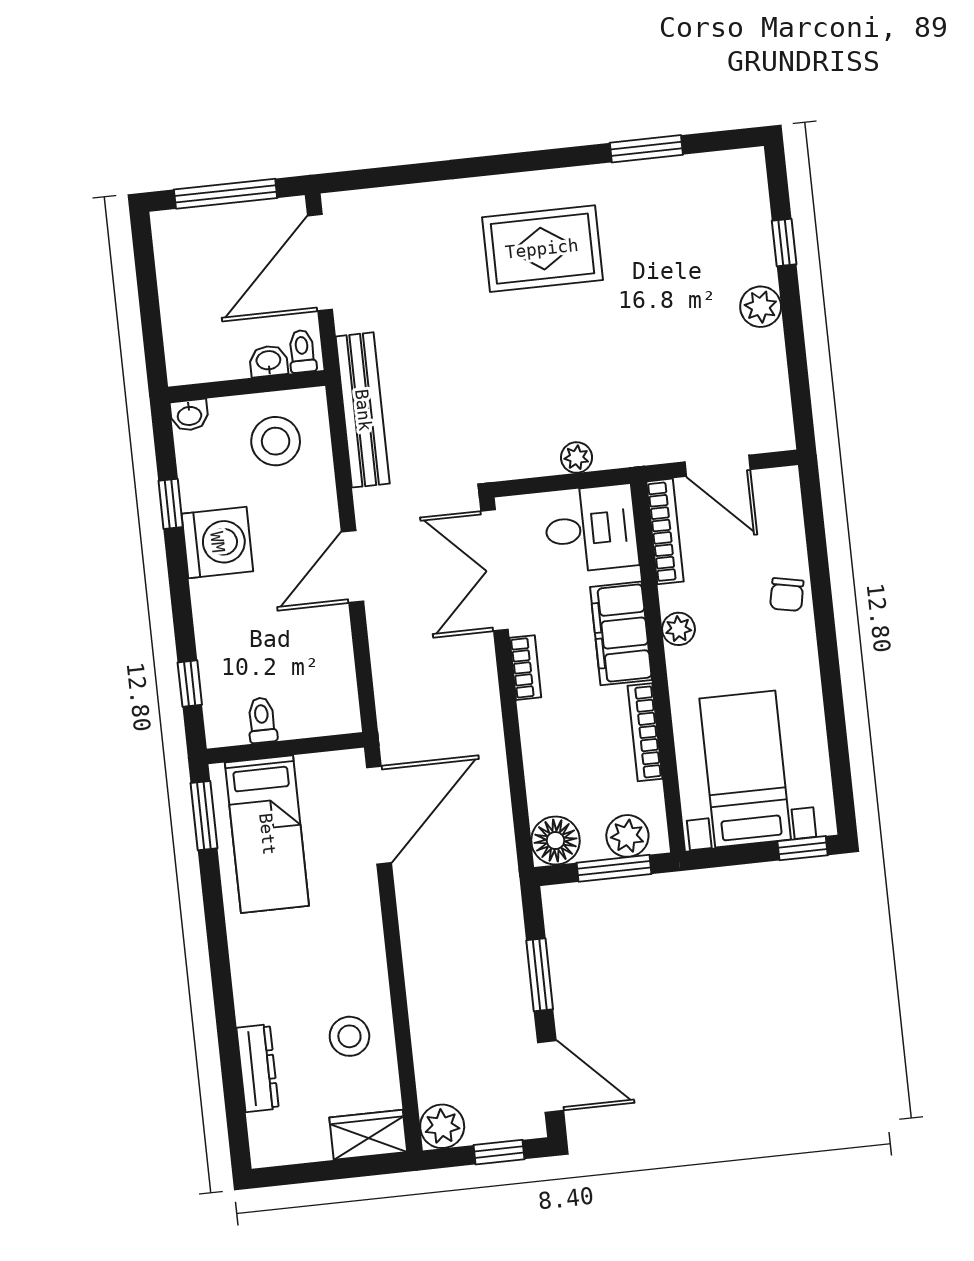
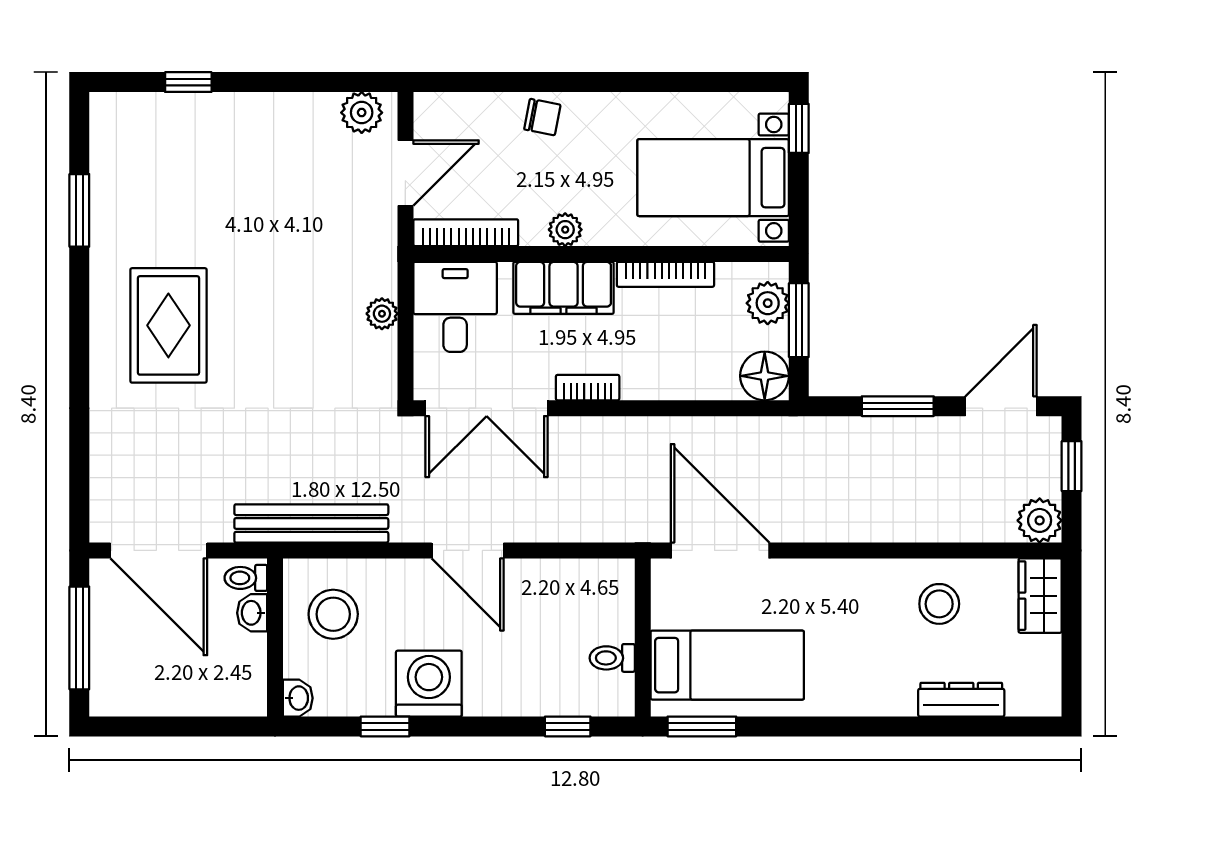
plant: (761, 307) -> (362, 113), moved

